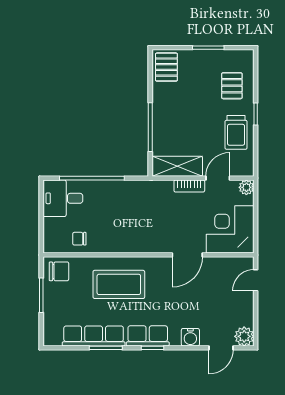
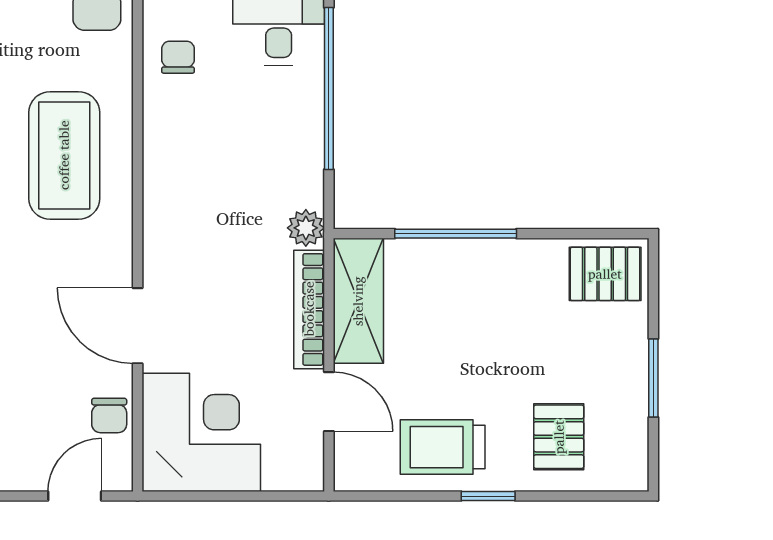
pallet: (232, 86) -> (559, 437), turned 90
bookcase: (189, 186) -> (309, 309), width x1.56
plant: (246, 187) -> (306, 228), moved
chair: (223, 266) -> (109, 415), added
door: (256, 280) -> (75, 496), hinge flipped

